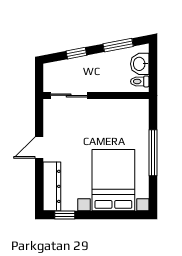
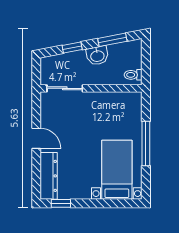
washbasin: (140, 64) -> (97, 56), moved, turned -101
door: (39, 147) -> (36, 138), swing flipped
bed with nightstands: (113, 180) -> (117, 170), width x0.73

